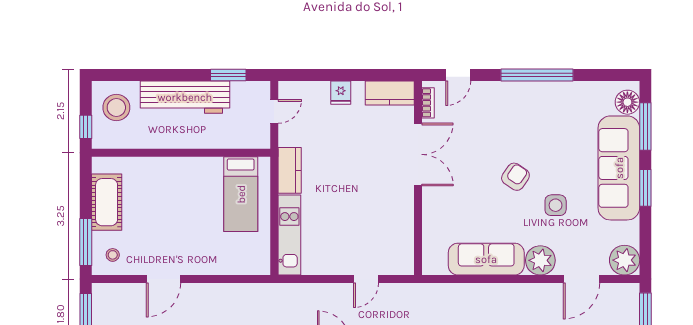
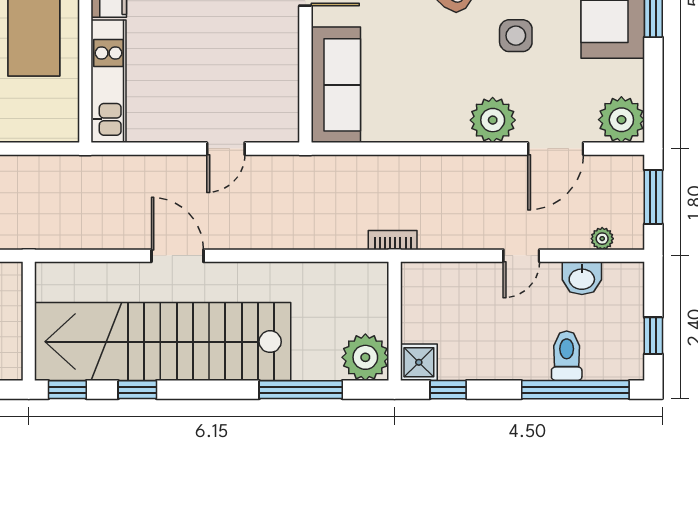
sofa: (486, 259) -> (336, 85), moved, turned 90

